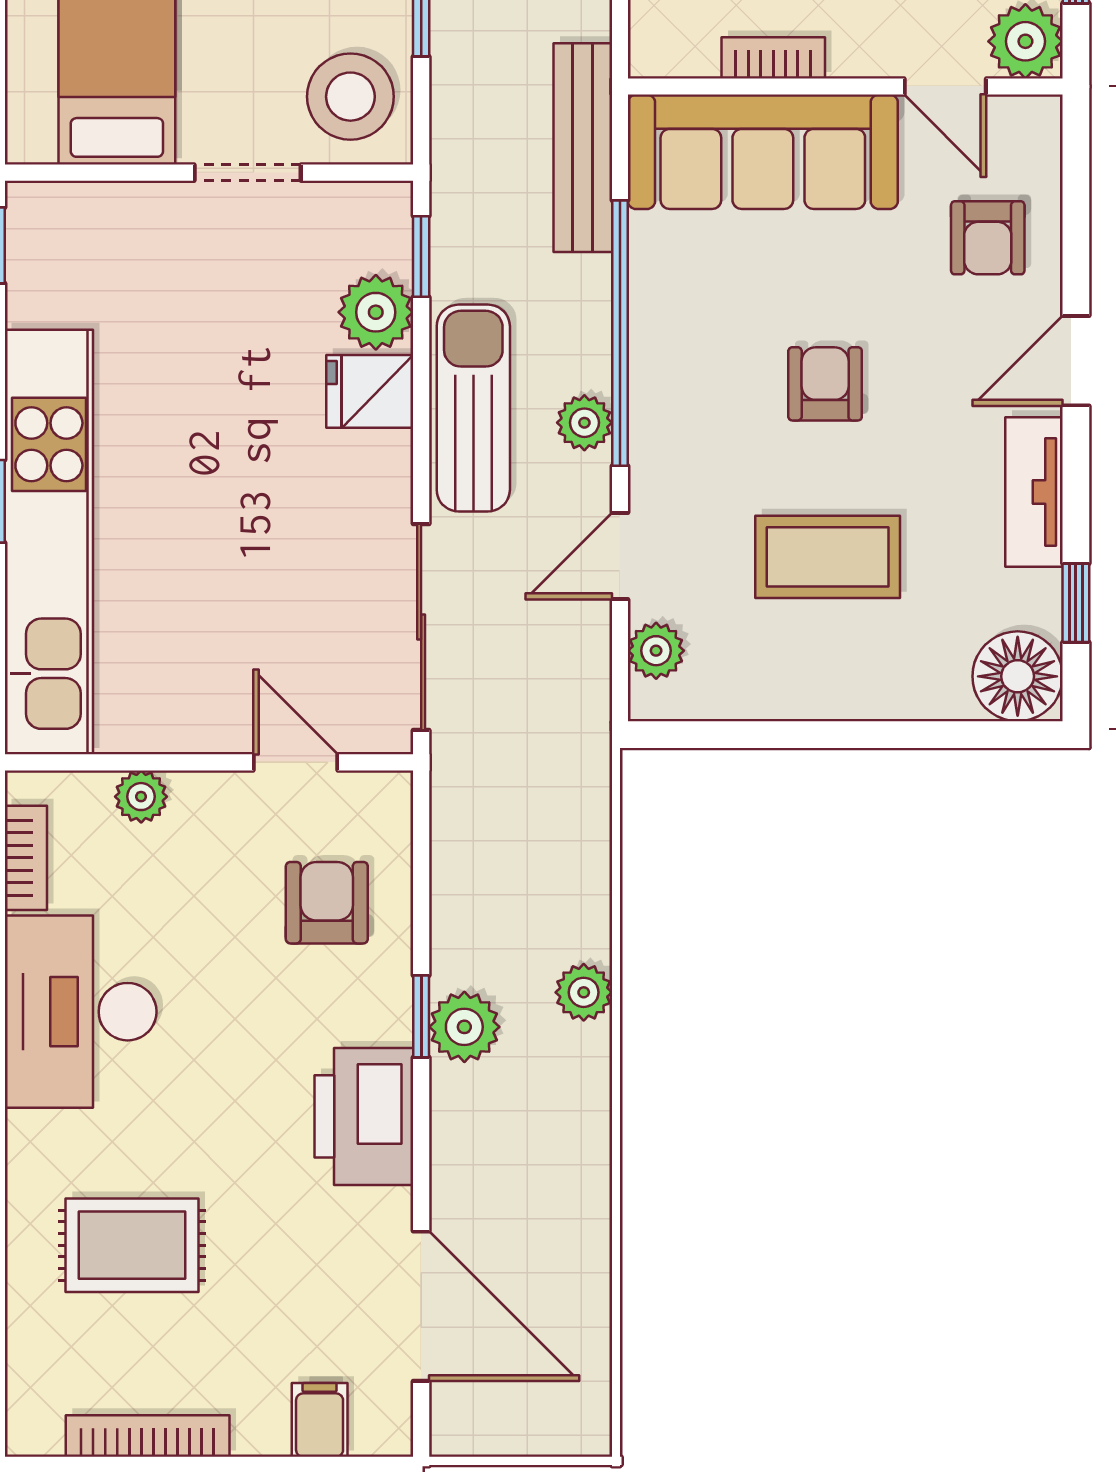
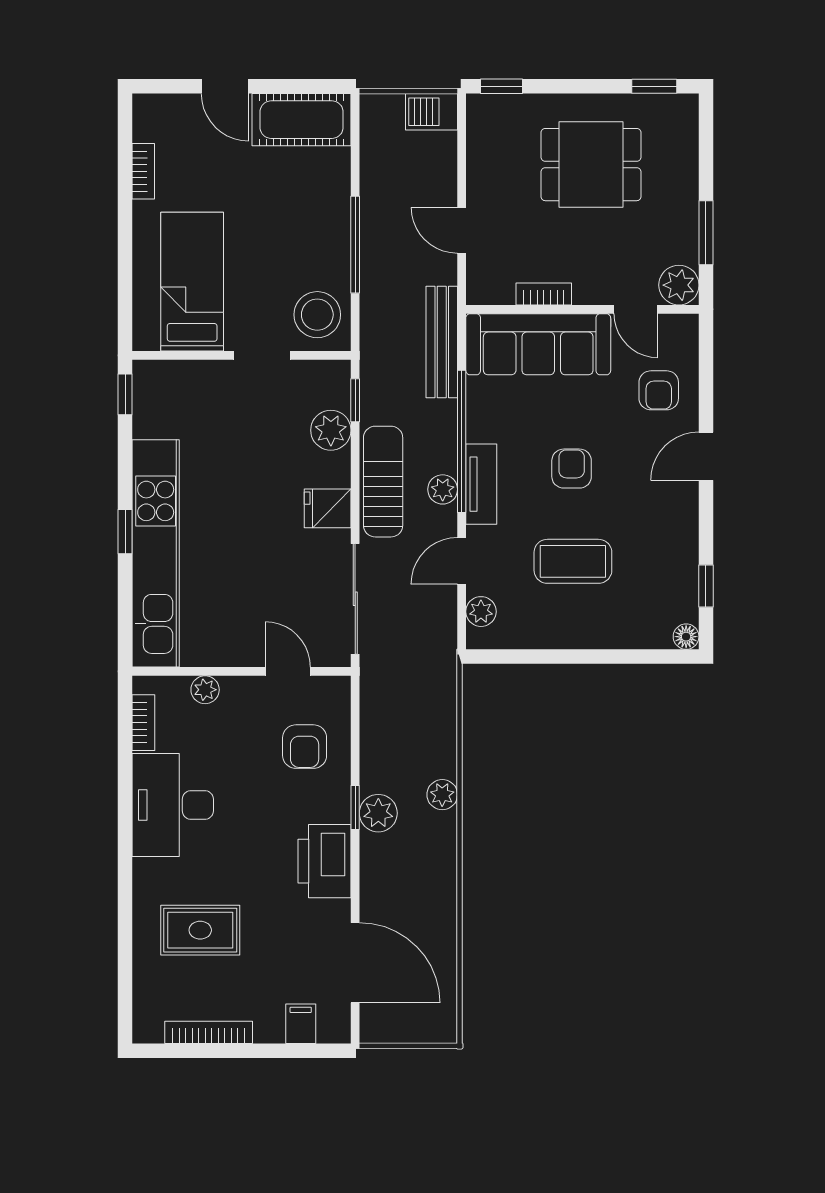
fridge: (370, 391) -> (328, 508), moved
tv unit: (1034, 492) -> (481, 484), moved, turned 180
floor lamp: (1018, 676) -> (686, 637), width x0.53, depth x0.53
armchair: (327, 903) -> (305, 747), turned 180

